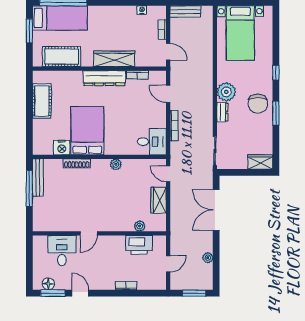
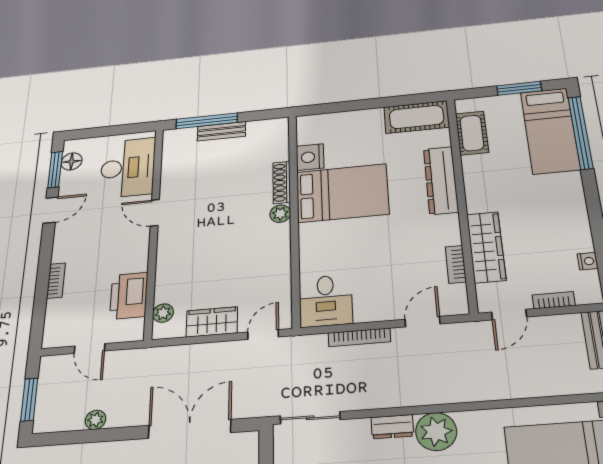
cot: (62, 57) -> (472, 133), width x0.73, depth x0.75
wardrobe: (114, 59) -> (486, 247), moved
dresser: (104, 78) -> (441, 180), moved
cot: (42, 101) -> (417, 117), moved
plant: (116, 164) -> (280, 214), moved
bench: (38, 178) -> (221, 131), moved, width x0.73
window: (29, 188) -> (207, 121), moved
plant: (140, 226) -> (163, 313), moved
desk: (62, 251) -> (128, 168), width x1.37

